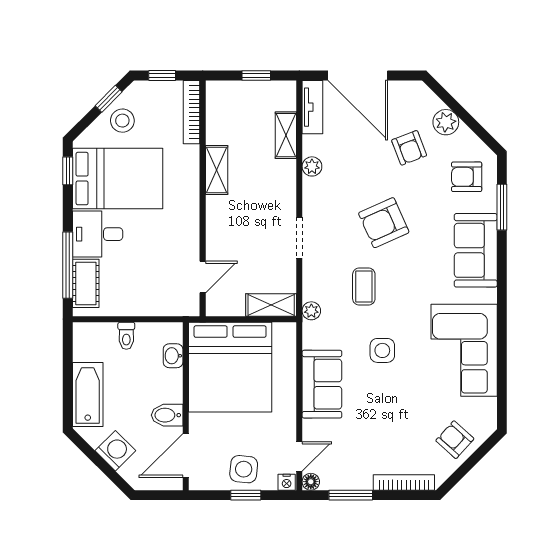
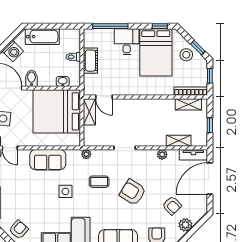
armchair: (409, 148) -> (172, 206), turned -114
shelving: (217, 170) -> (188, 104), moved
armchair: (384, 223) -> (133, 192), turned -34
cot: (86, 283) -> (90, 61), moved, turned 90
shelving: (271, 305) -> (89, 112), moved

